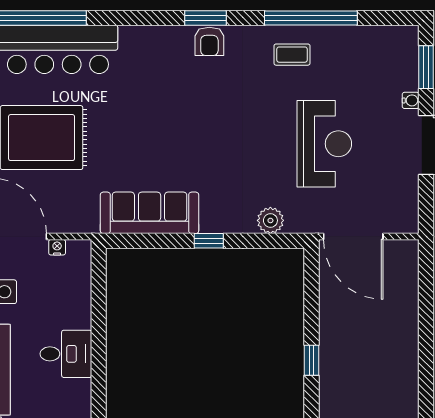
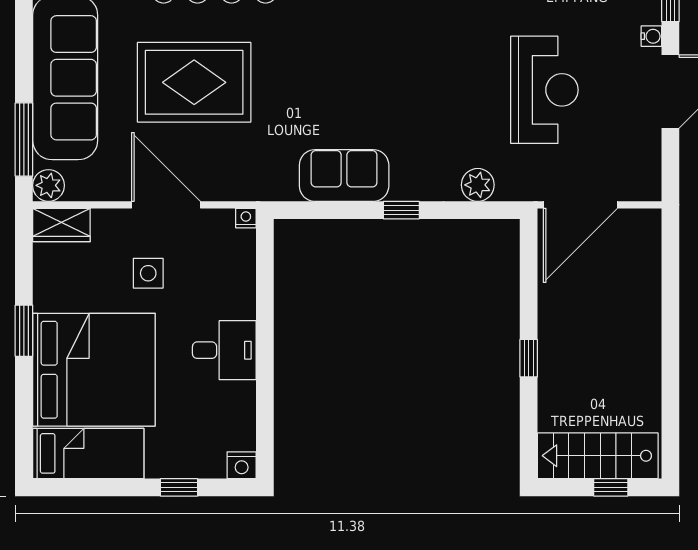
sofa: (150, 213) -> (344, 175), width x0.73
door: (353, 237) -> (580, 205), hinge flipped
nightstand: (57, 247) -> (246, 218), moved

